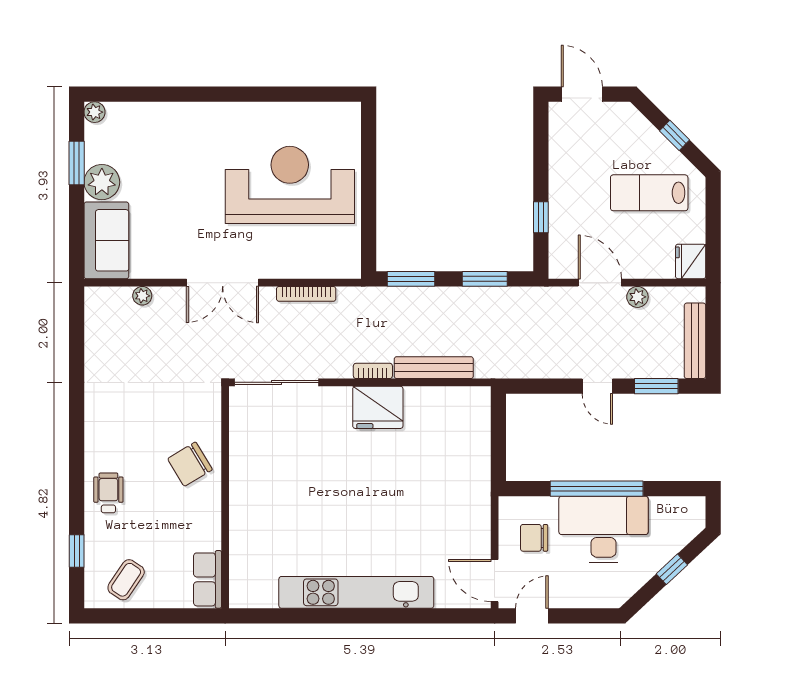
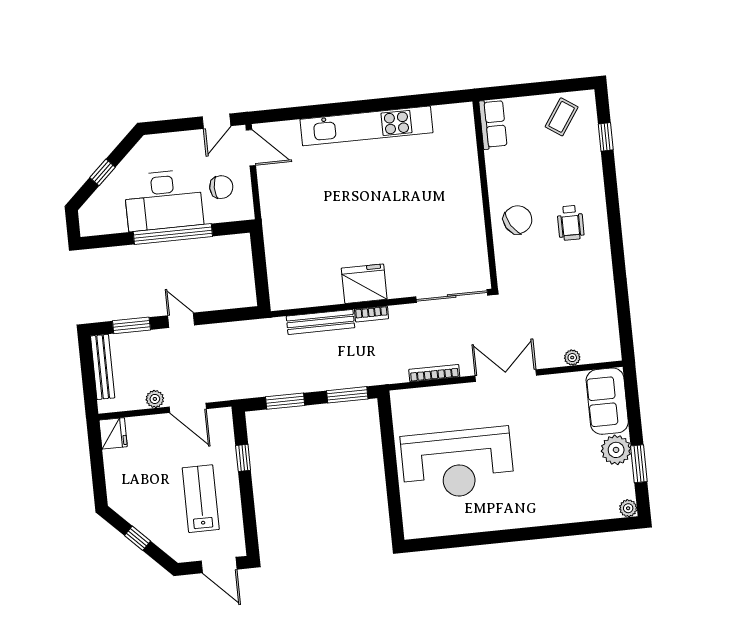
lab bench: (649, 193) -> (201, 499), moved, turned -90
wheelchair: (108, 493) -> (570, 223), moved

